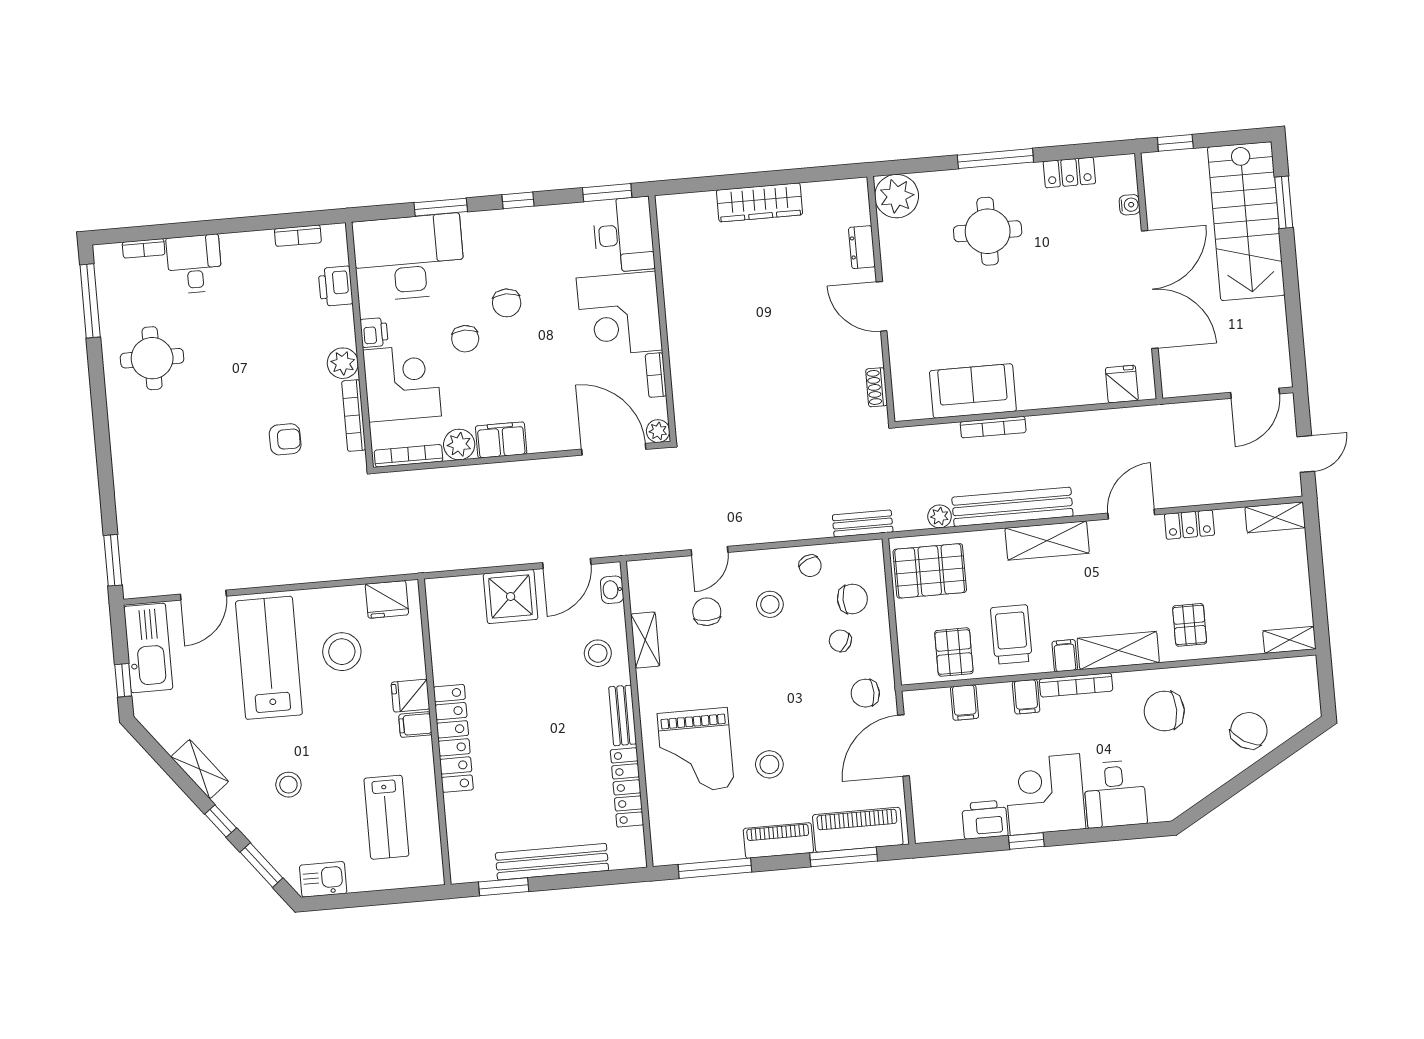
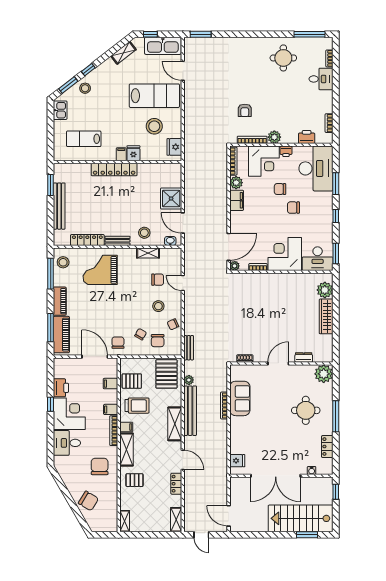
plant: (697, 211) -> (325, 290), added
stool: (769, 764) -> (63, 262), moved
shelving: (200, 769) -> (123, 53), moved
stool: (288, 785) -> (85, 88), moved

